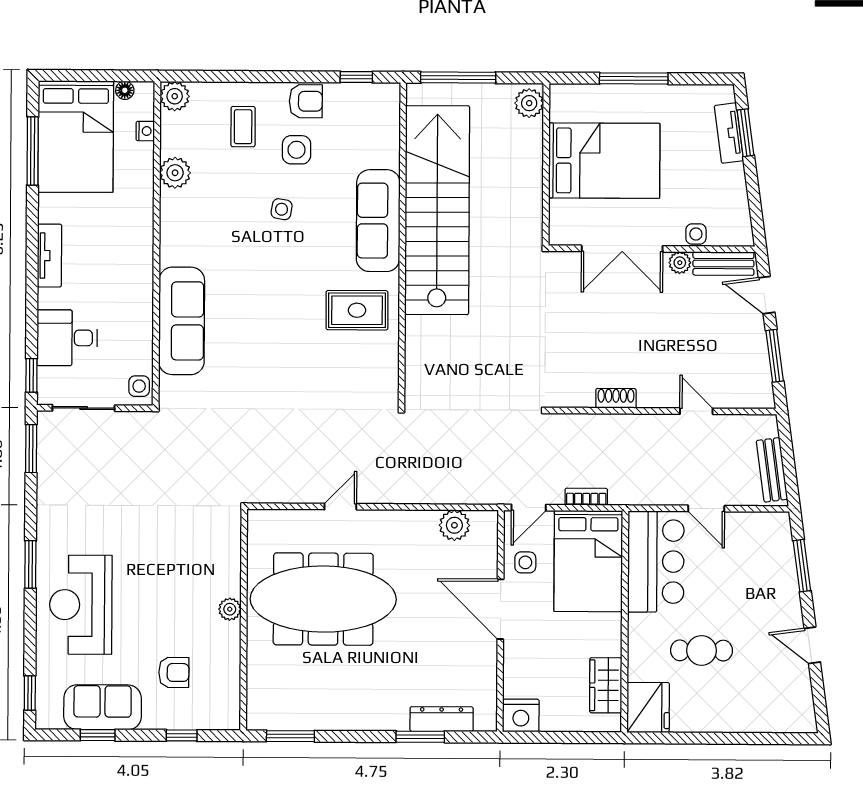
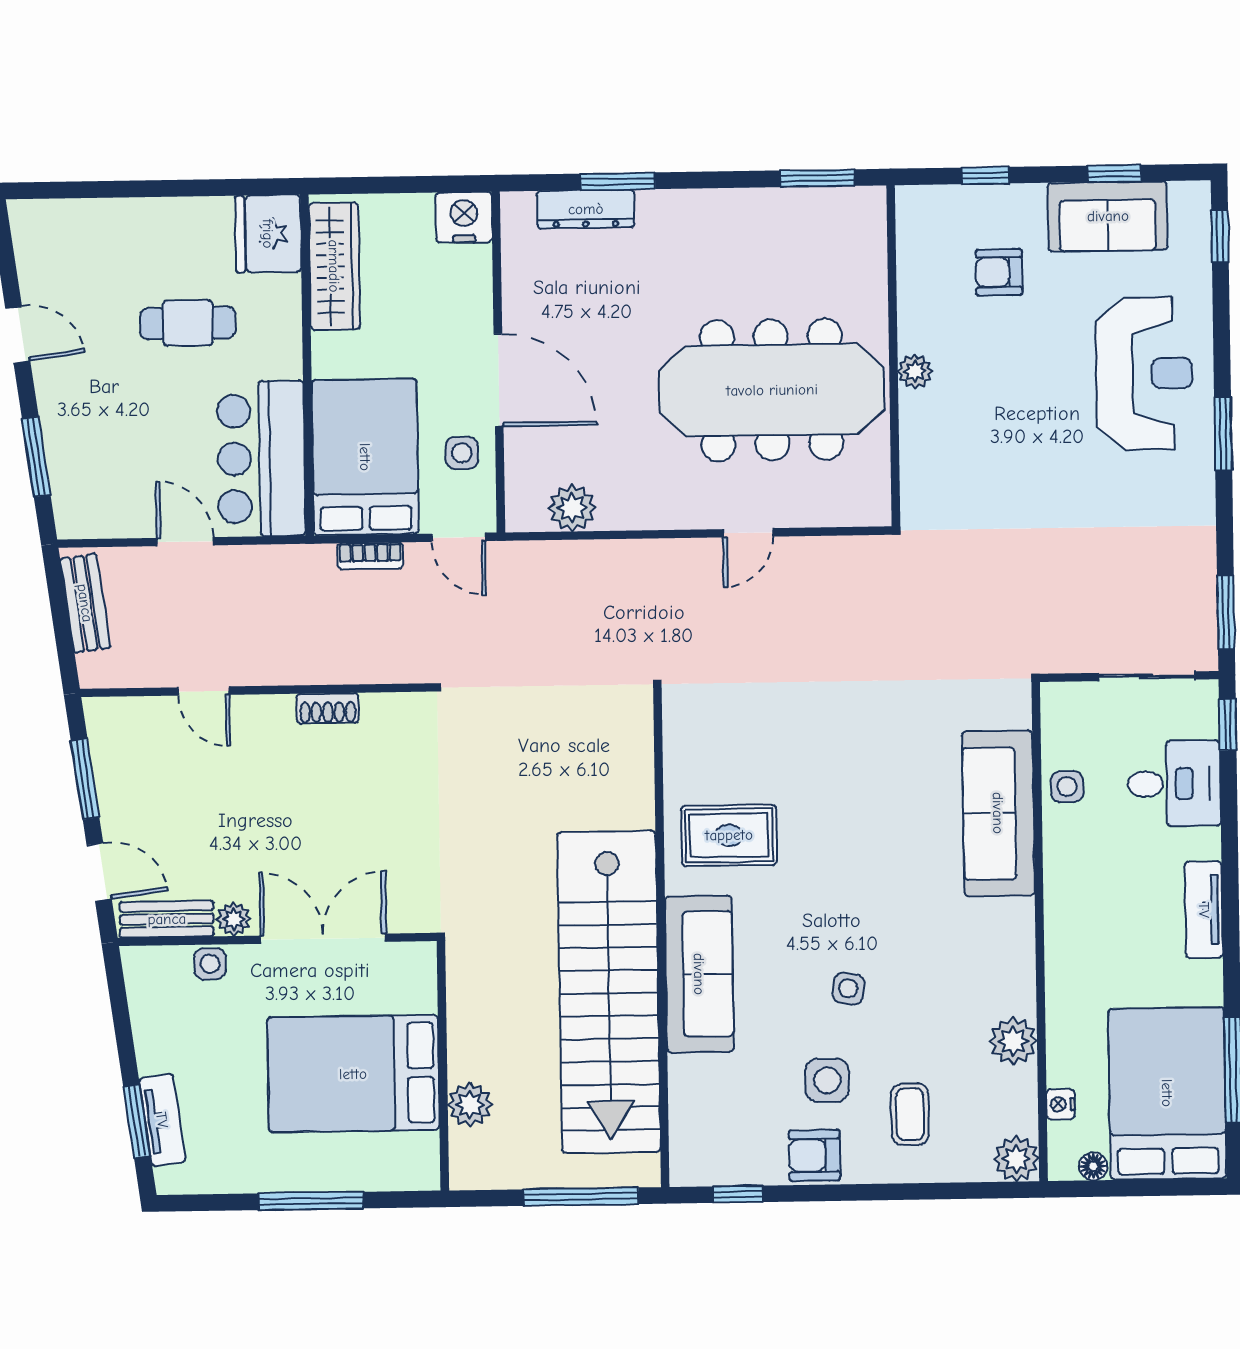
plant: (529, 103) -> (470, 1105), moved
side table: (139, 386) -> (1067, 787), moved
door: (529, 508) -> (458, 537), swing flipped
wardrobe: (606, 685) -> (334, 266), width x1.50

